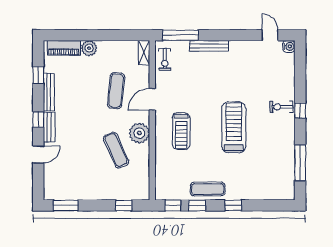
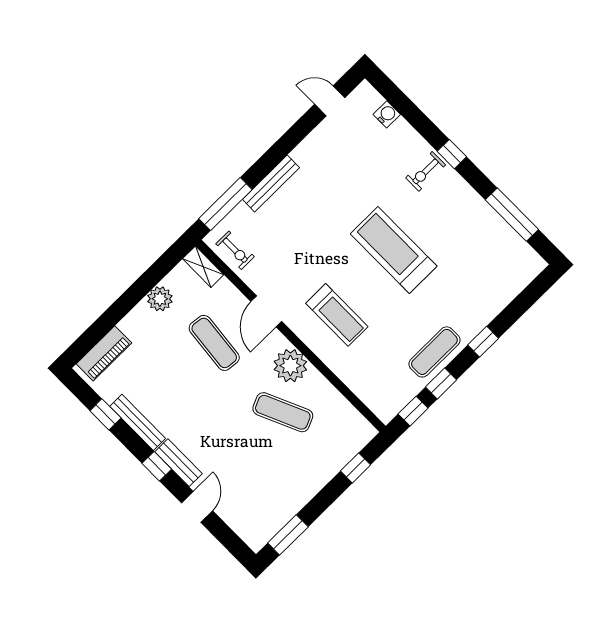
water cooler: (289, 46) -> (387, 114), moved
plant: (89, 48) -> (160, 299), moved

